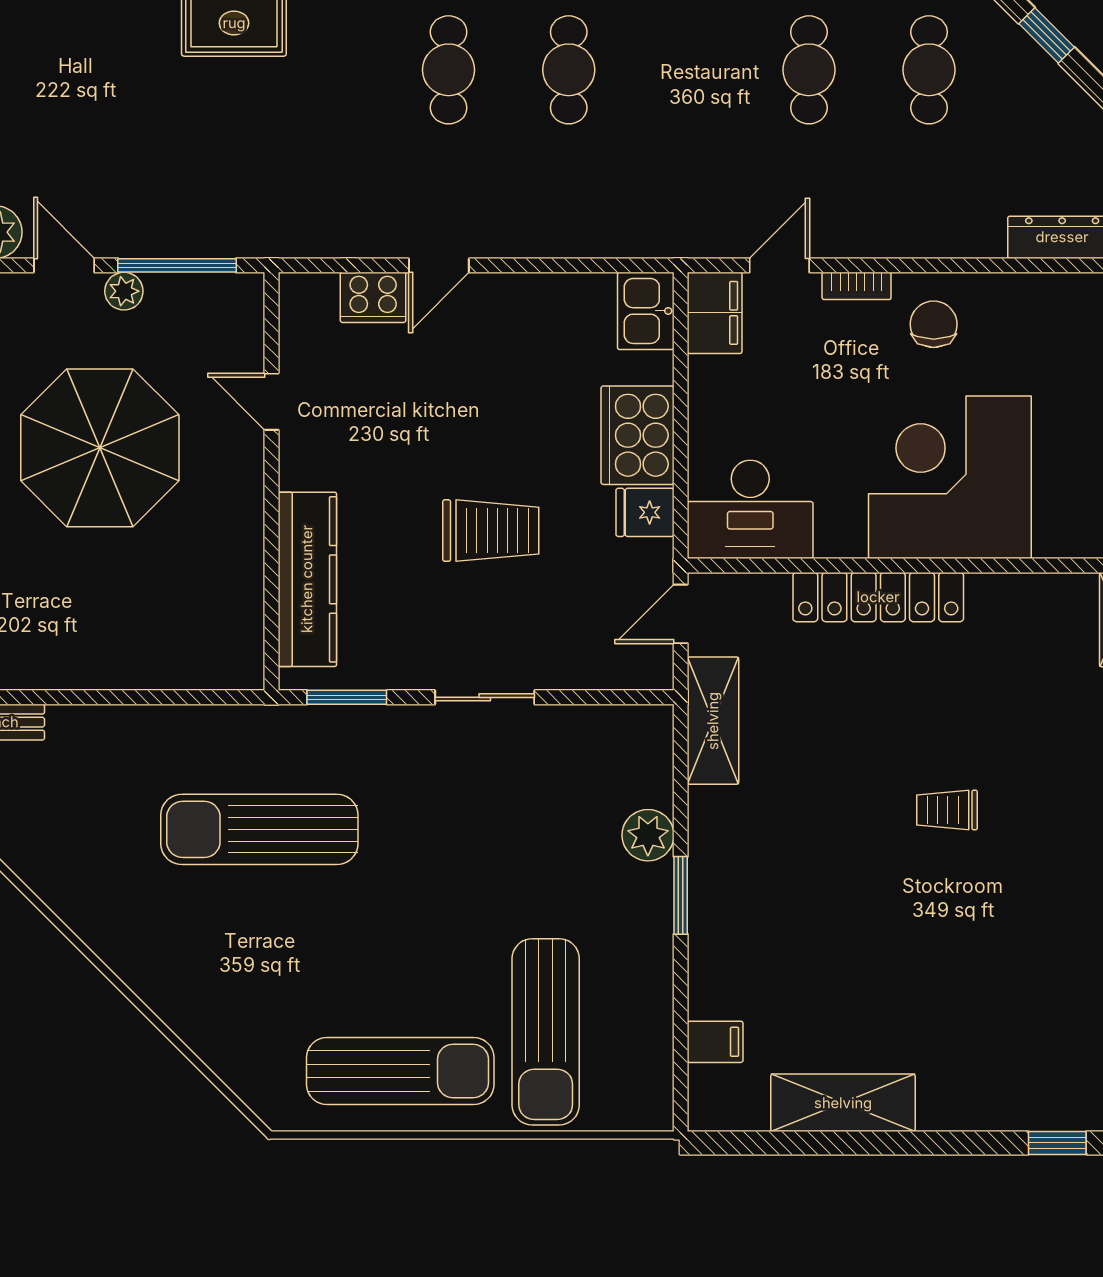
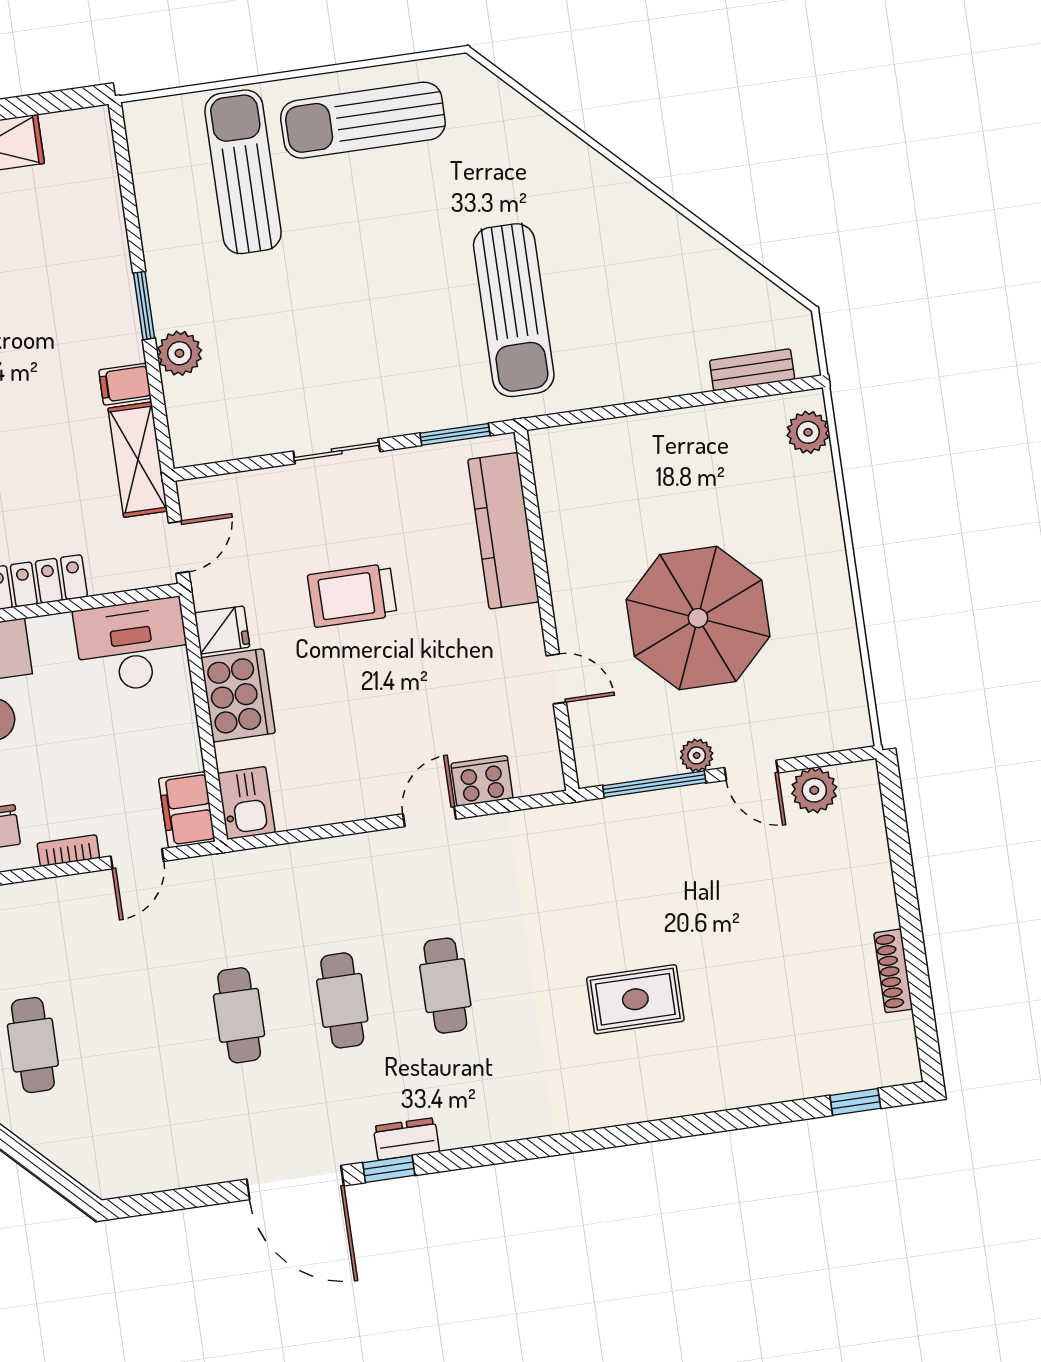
cafe table: (809, 70) -> (239, 1015), moved
sun lounger: (259, 829) -> (514, 310), turned 90
filing cabinet: (715, 1042) -> (125, 384), moved

